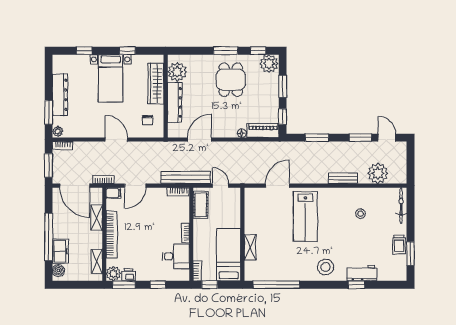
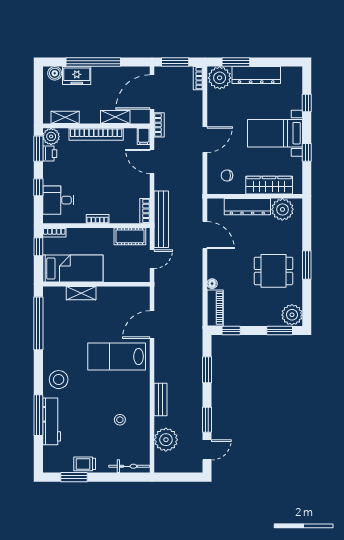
window: (258, 51) -> (307, 302), removed
window: (283, 86) -> (280, 330), moved
plant: (58, 131) -> (220, 78), width x1.88, depth x1.88
door: (277, 186) -> (152, 325), swing flipped
desk: (176, 256) -> (58, 200), moved, turned 90
workbench: (362, 273) -> (52, 421), width x1.38
window: (356, 285) -> (38, 415), width x2.17

